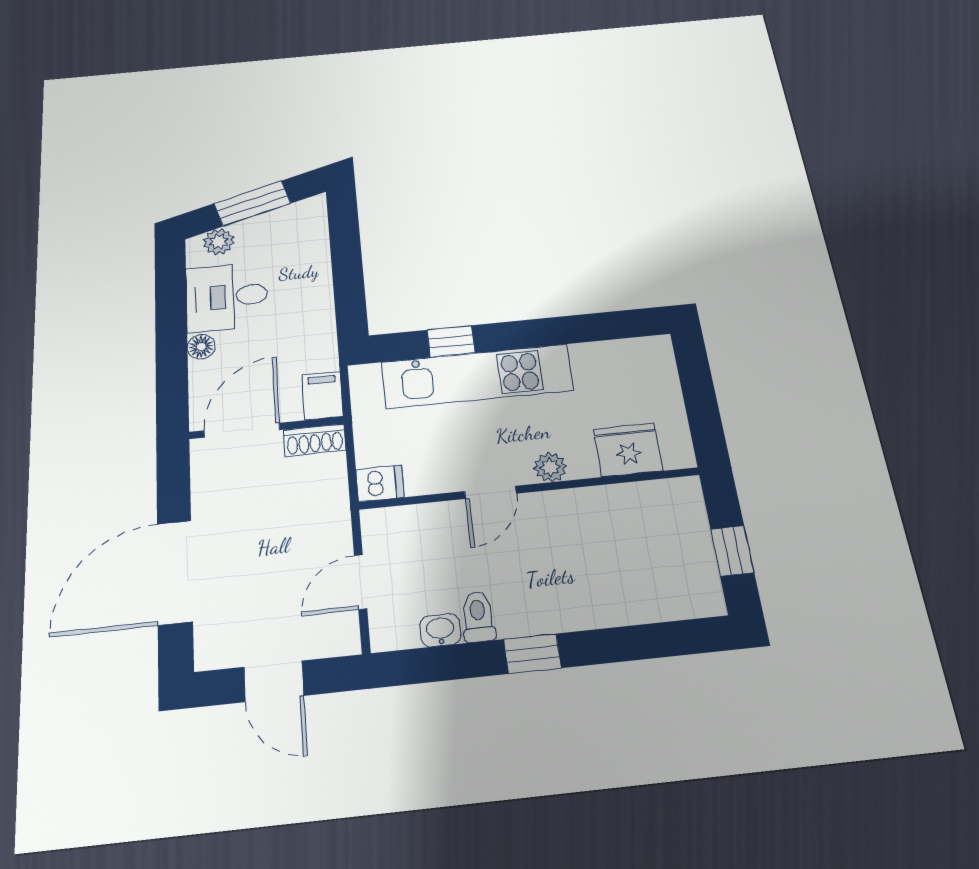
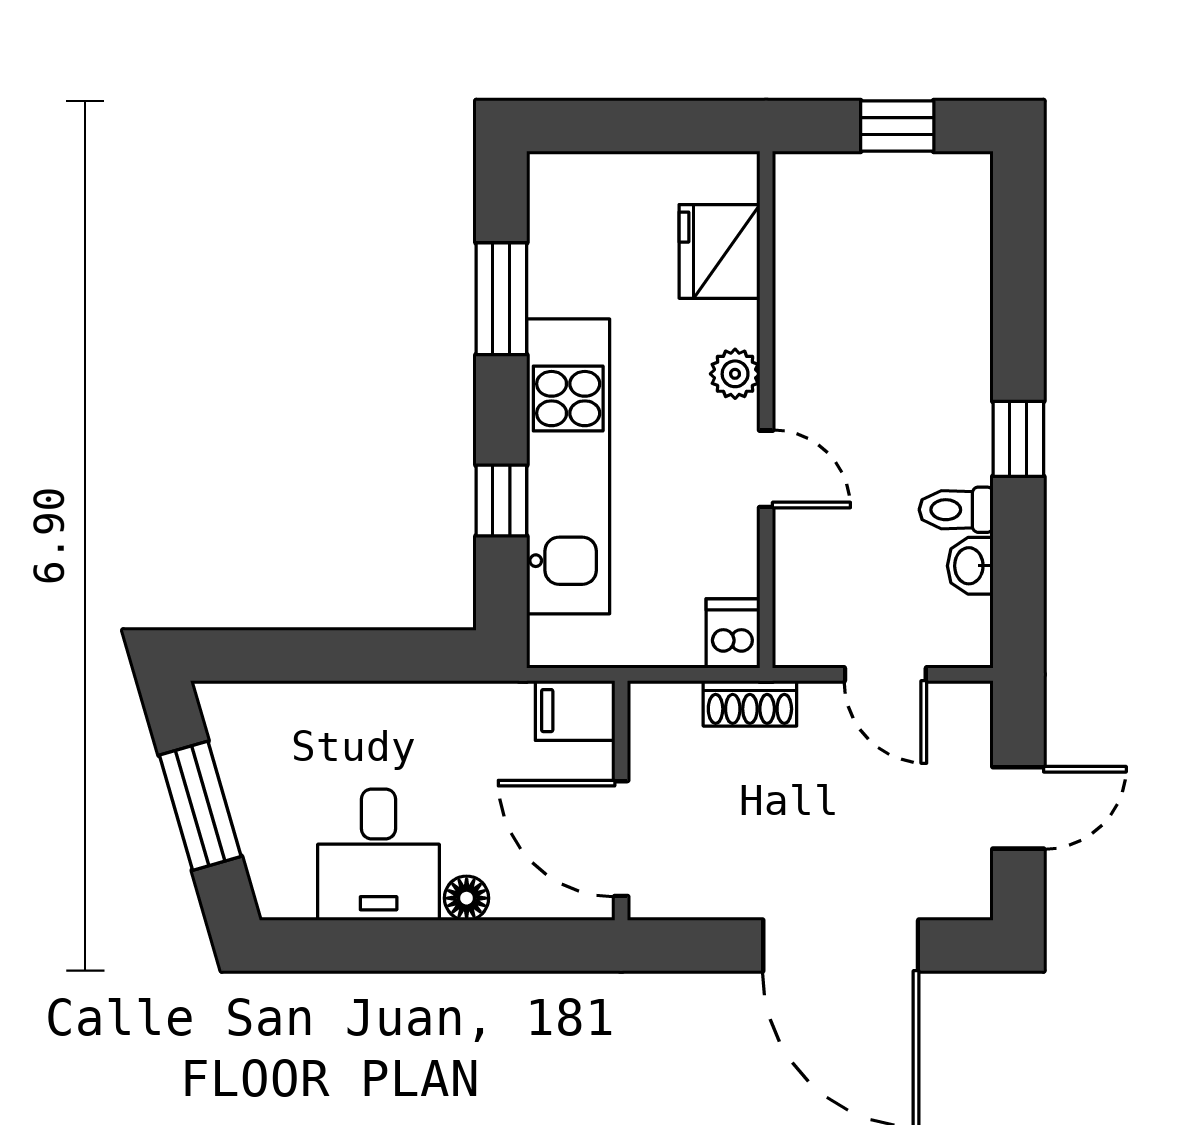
plant: (219, 242) -> (270, 865), removed
window: (576, 329) -> (501, 299), added
shoe rack: (315, 440) -> (750, 703), moved, turned 90

